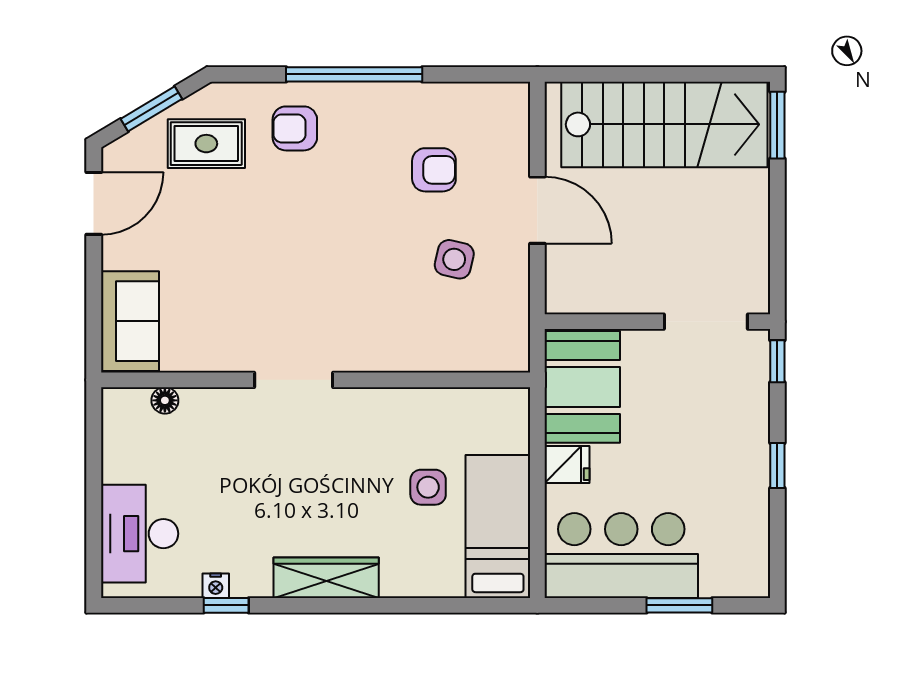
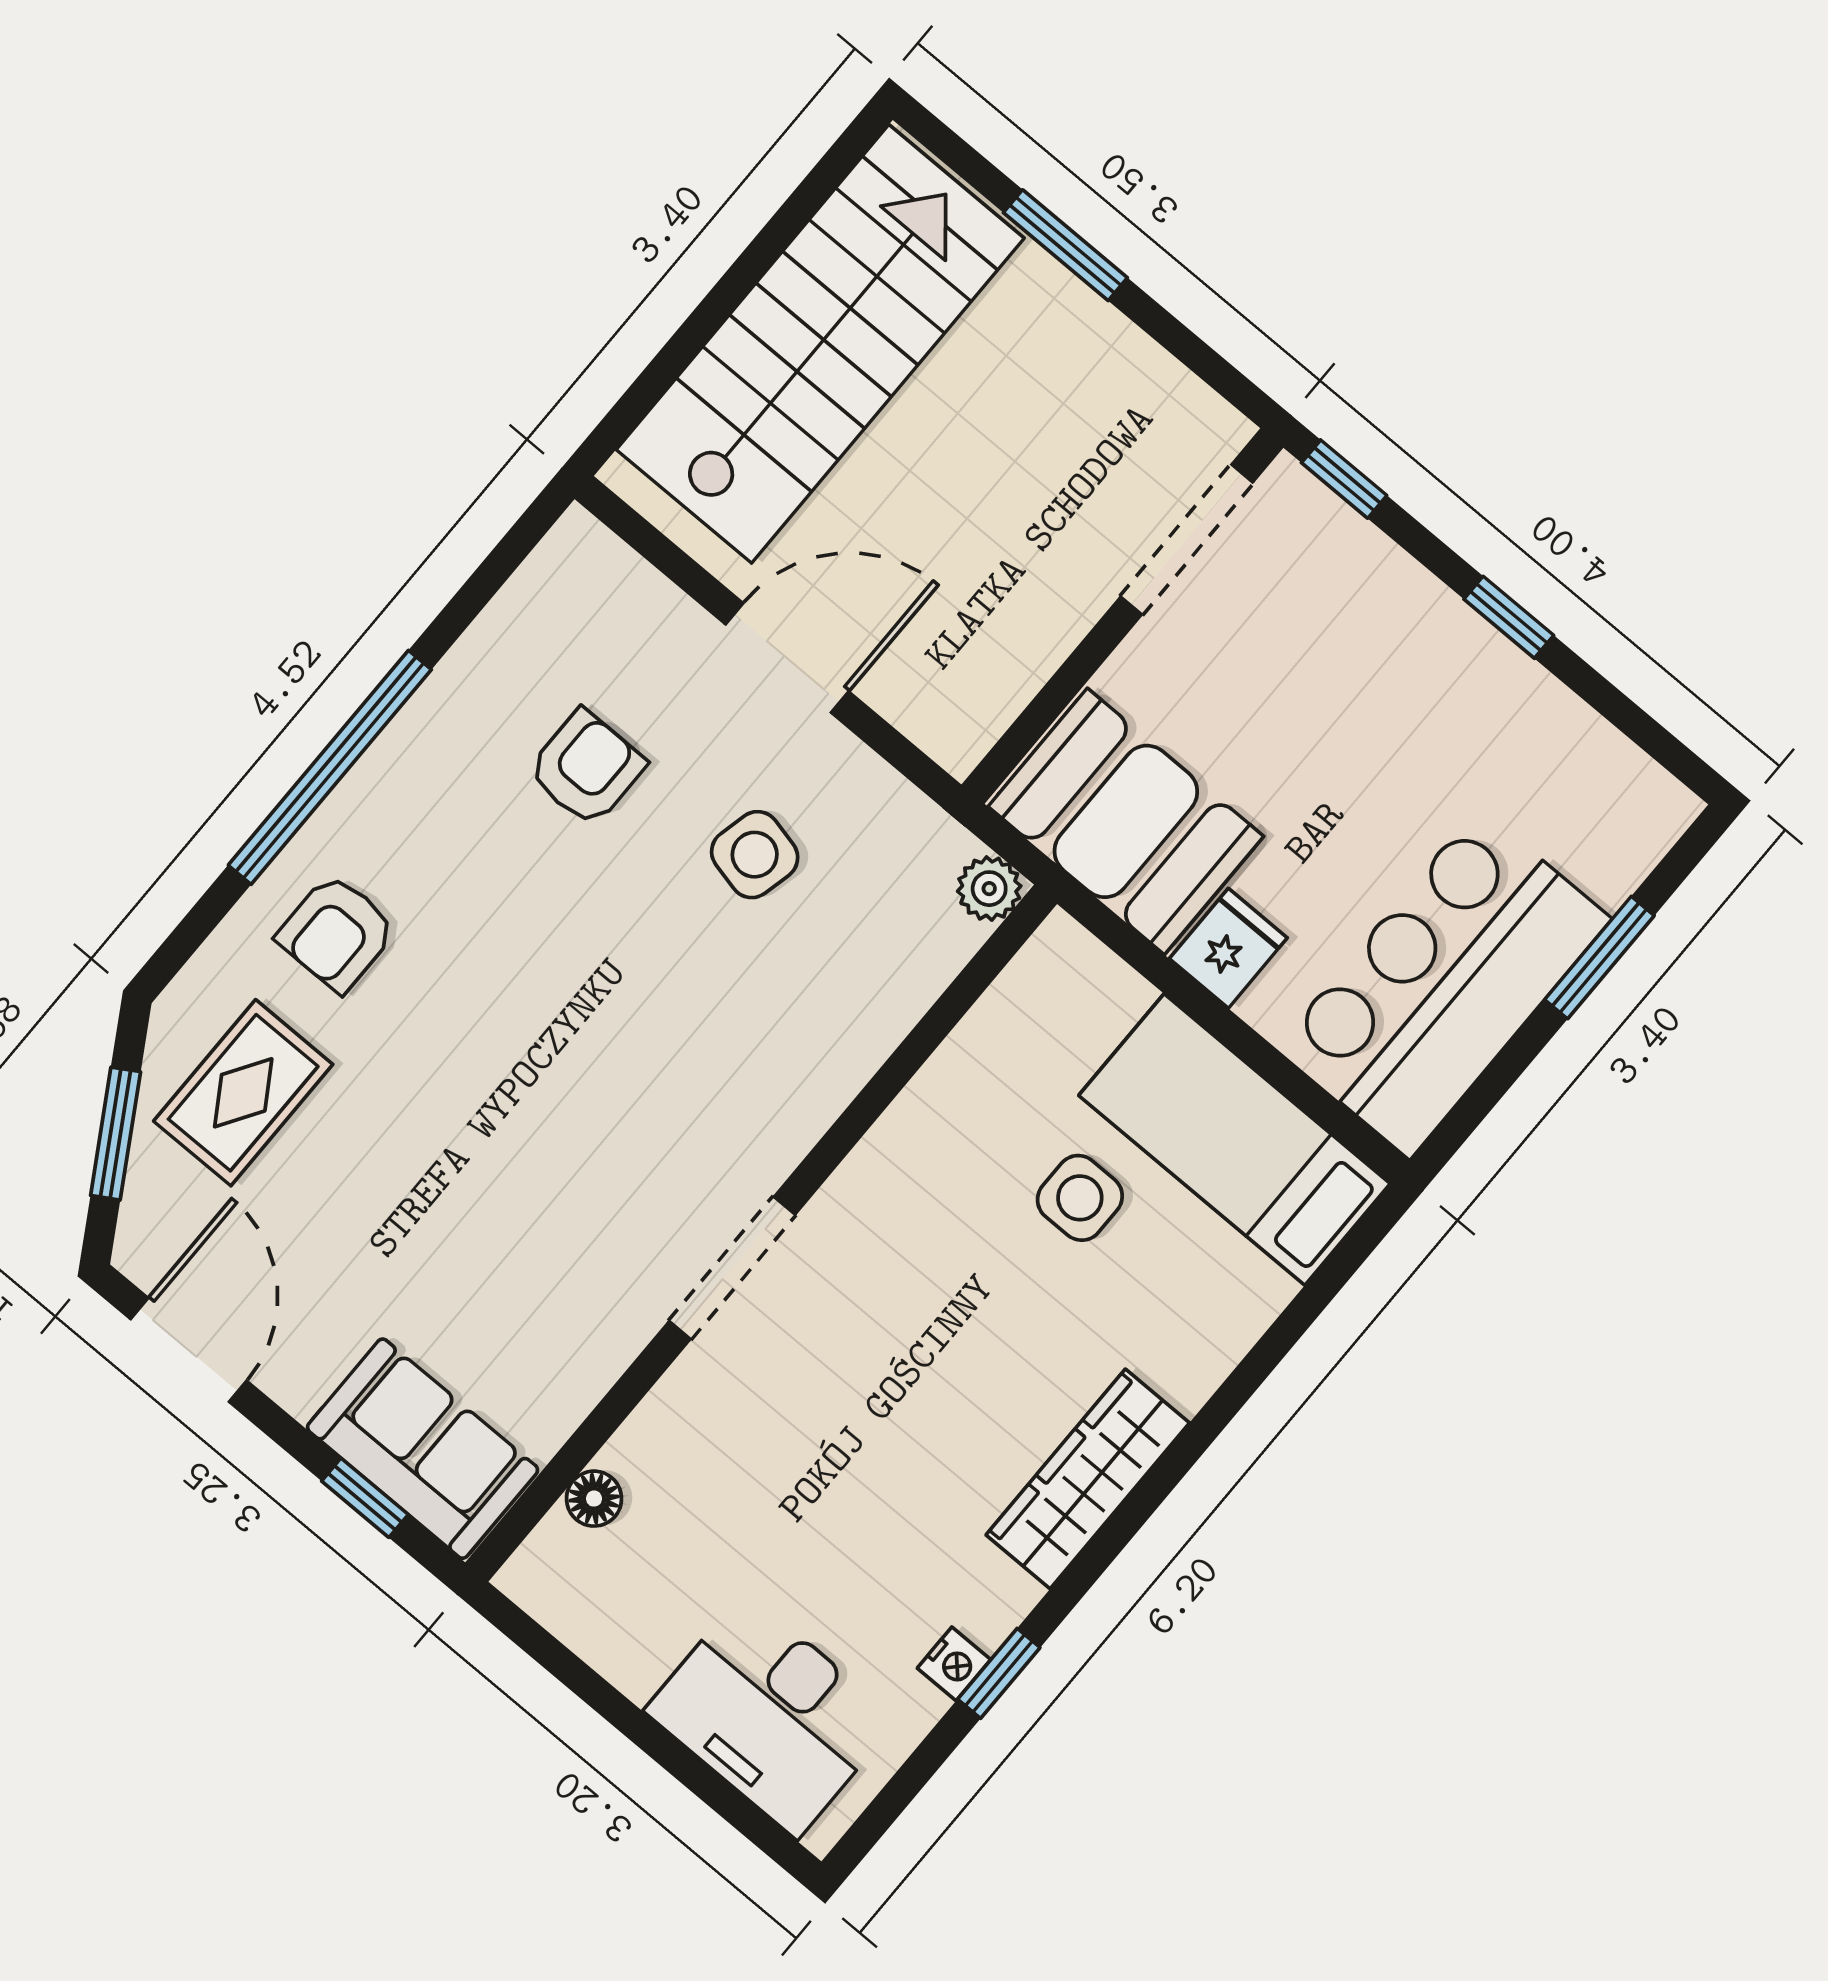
window: (777, 125) -> (1065, 245), moved
window: (94, 315) -> (365, 1498), added
plant: (515, 357) -> (989, 889), added

